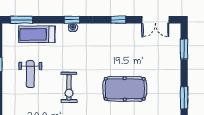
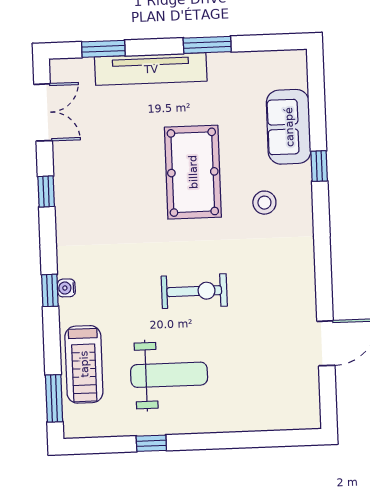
tv unit: (174, 71) -> (151, 69), added
weight bench: (30, 74) -> (169, 375), width x1.36, depth x1.33

